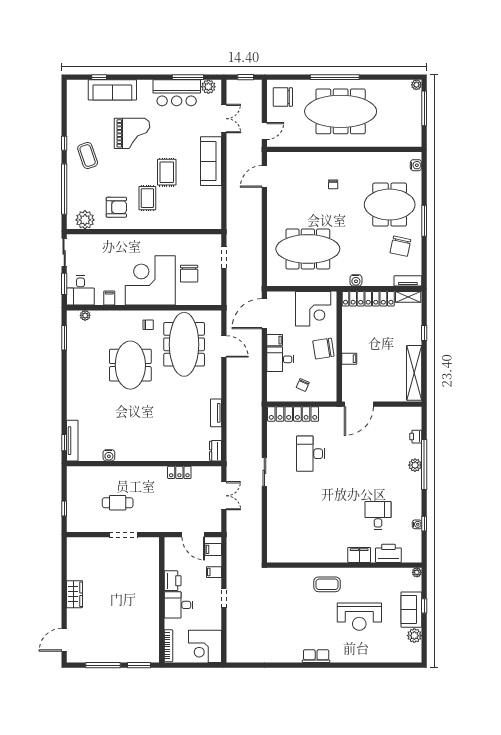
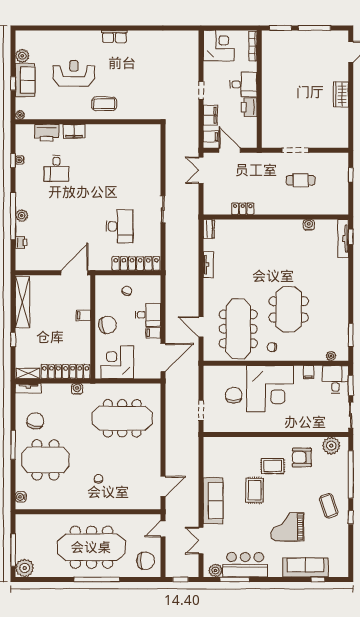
plant: (416, 85) -> (25, 568), width x1.87, depth x1.87
rug: (147, 198) -> (273, 466), turned 90
double door: (224, 496) -> (201, 170), moved
filing cabinet: (214, 572) -> (210, 115), width x2.00

